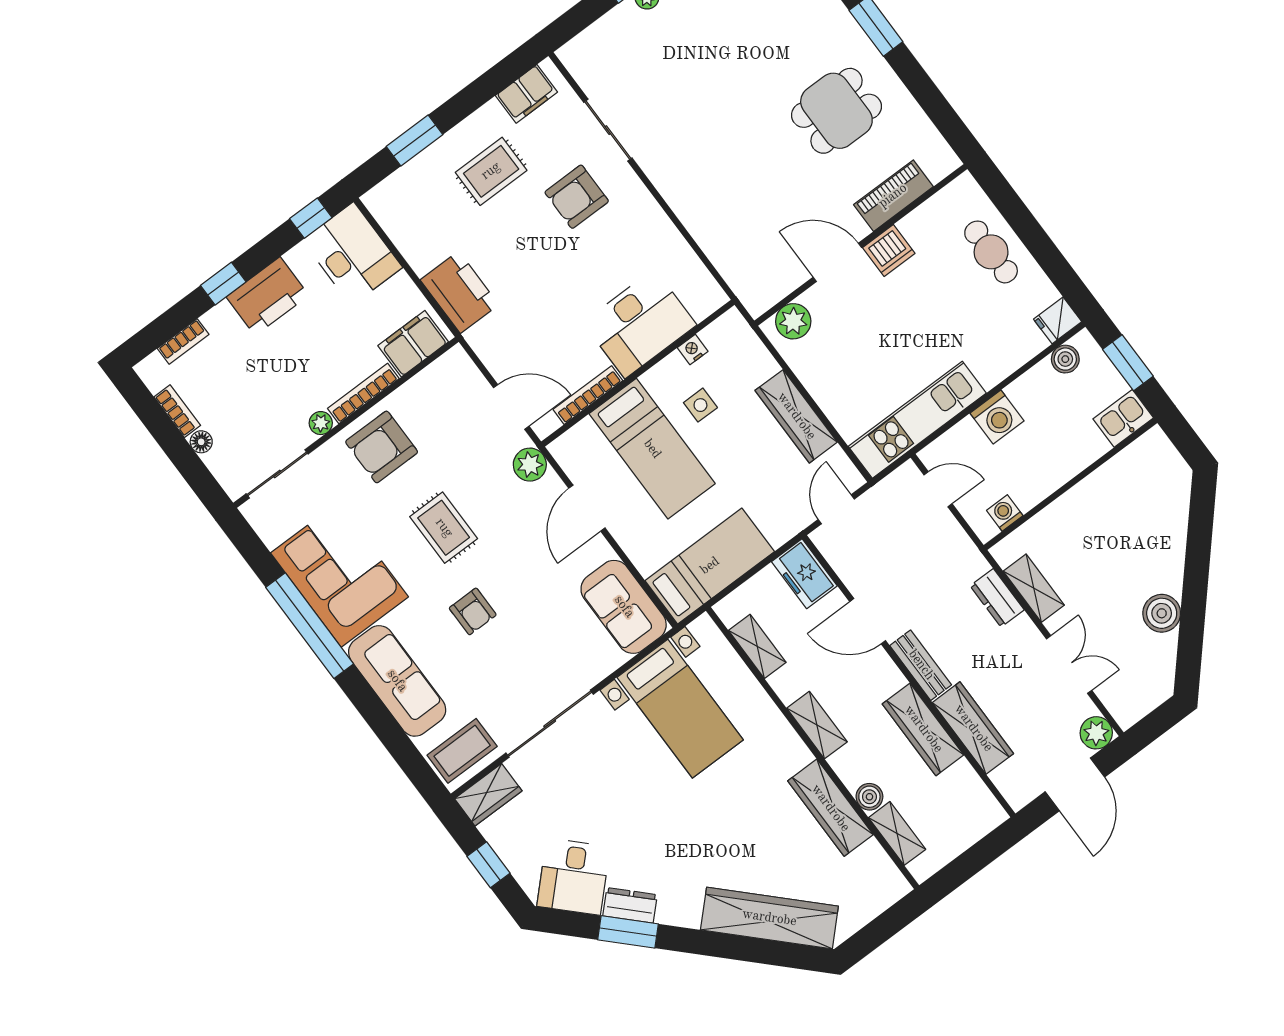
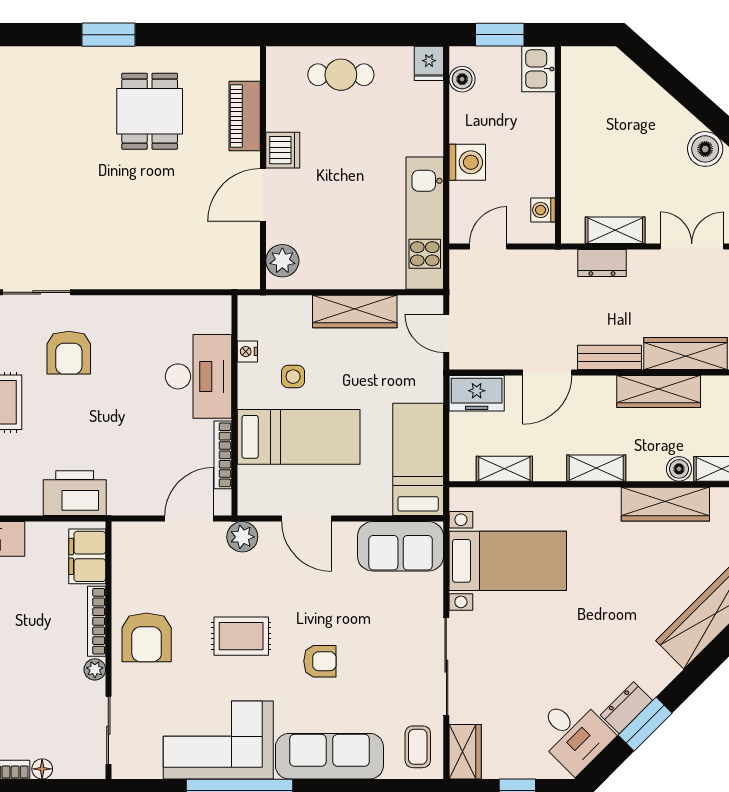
coffee table: (462, 751) -> (418, 747), width x0.73, depth x0.77

